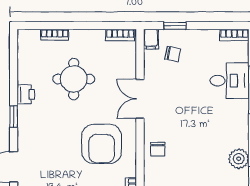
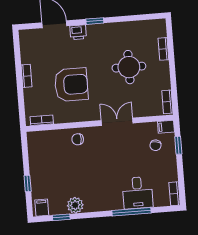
printer: (26, 94) -> (78, 32), moved
armchair: (102, 144) -> (71, 85), moved, turned 180

